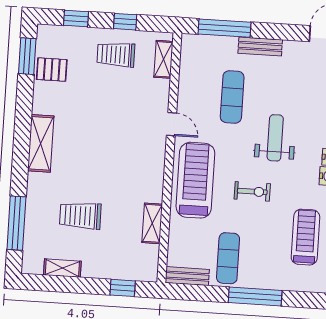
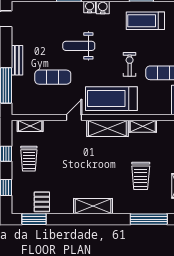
shelving: (152, 172) -> (107, 128), added
exercise bike: (252, 191) -> (130, 64), moved

